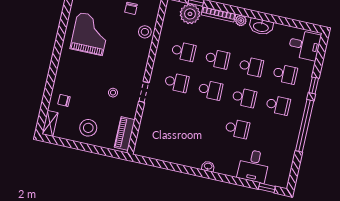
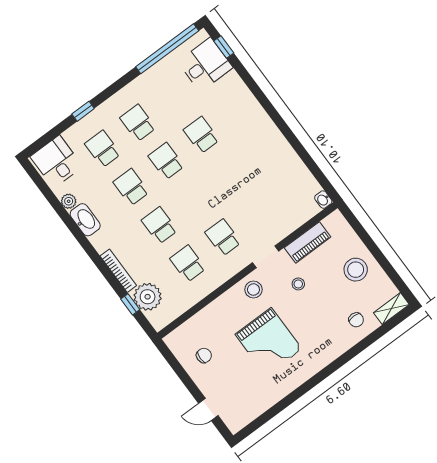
plant: (241, 21) -> (69, 201), moved
stool: (145, 32) -> (253, 290), moved
grand piano: (90, 34) -> (269, 342), moved, turned -90
school desk: (210, 90) -> (195, 199), removed
window: (305, 126) -> (167, 49), moved
piano: (125, 133) -> (308, 242), moved
washbasin: (208, 166) -> (323, 200), moved
desk: (254, 166) -> (205, 65), moved

